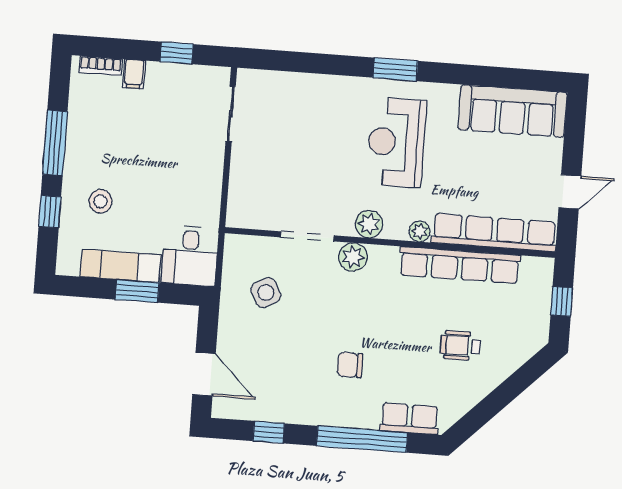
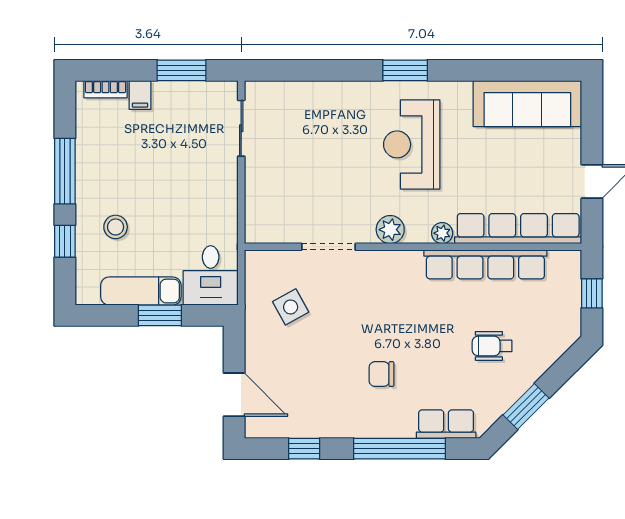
window: (176, 53) -> (182, 70), width x1.50
plant: (353, 257) -> (376, 264), removed
window: (489, 407) -> (526, 407), added

